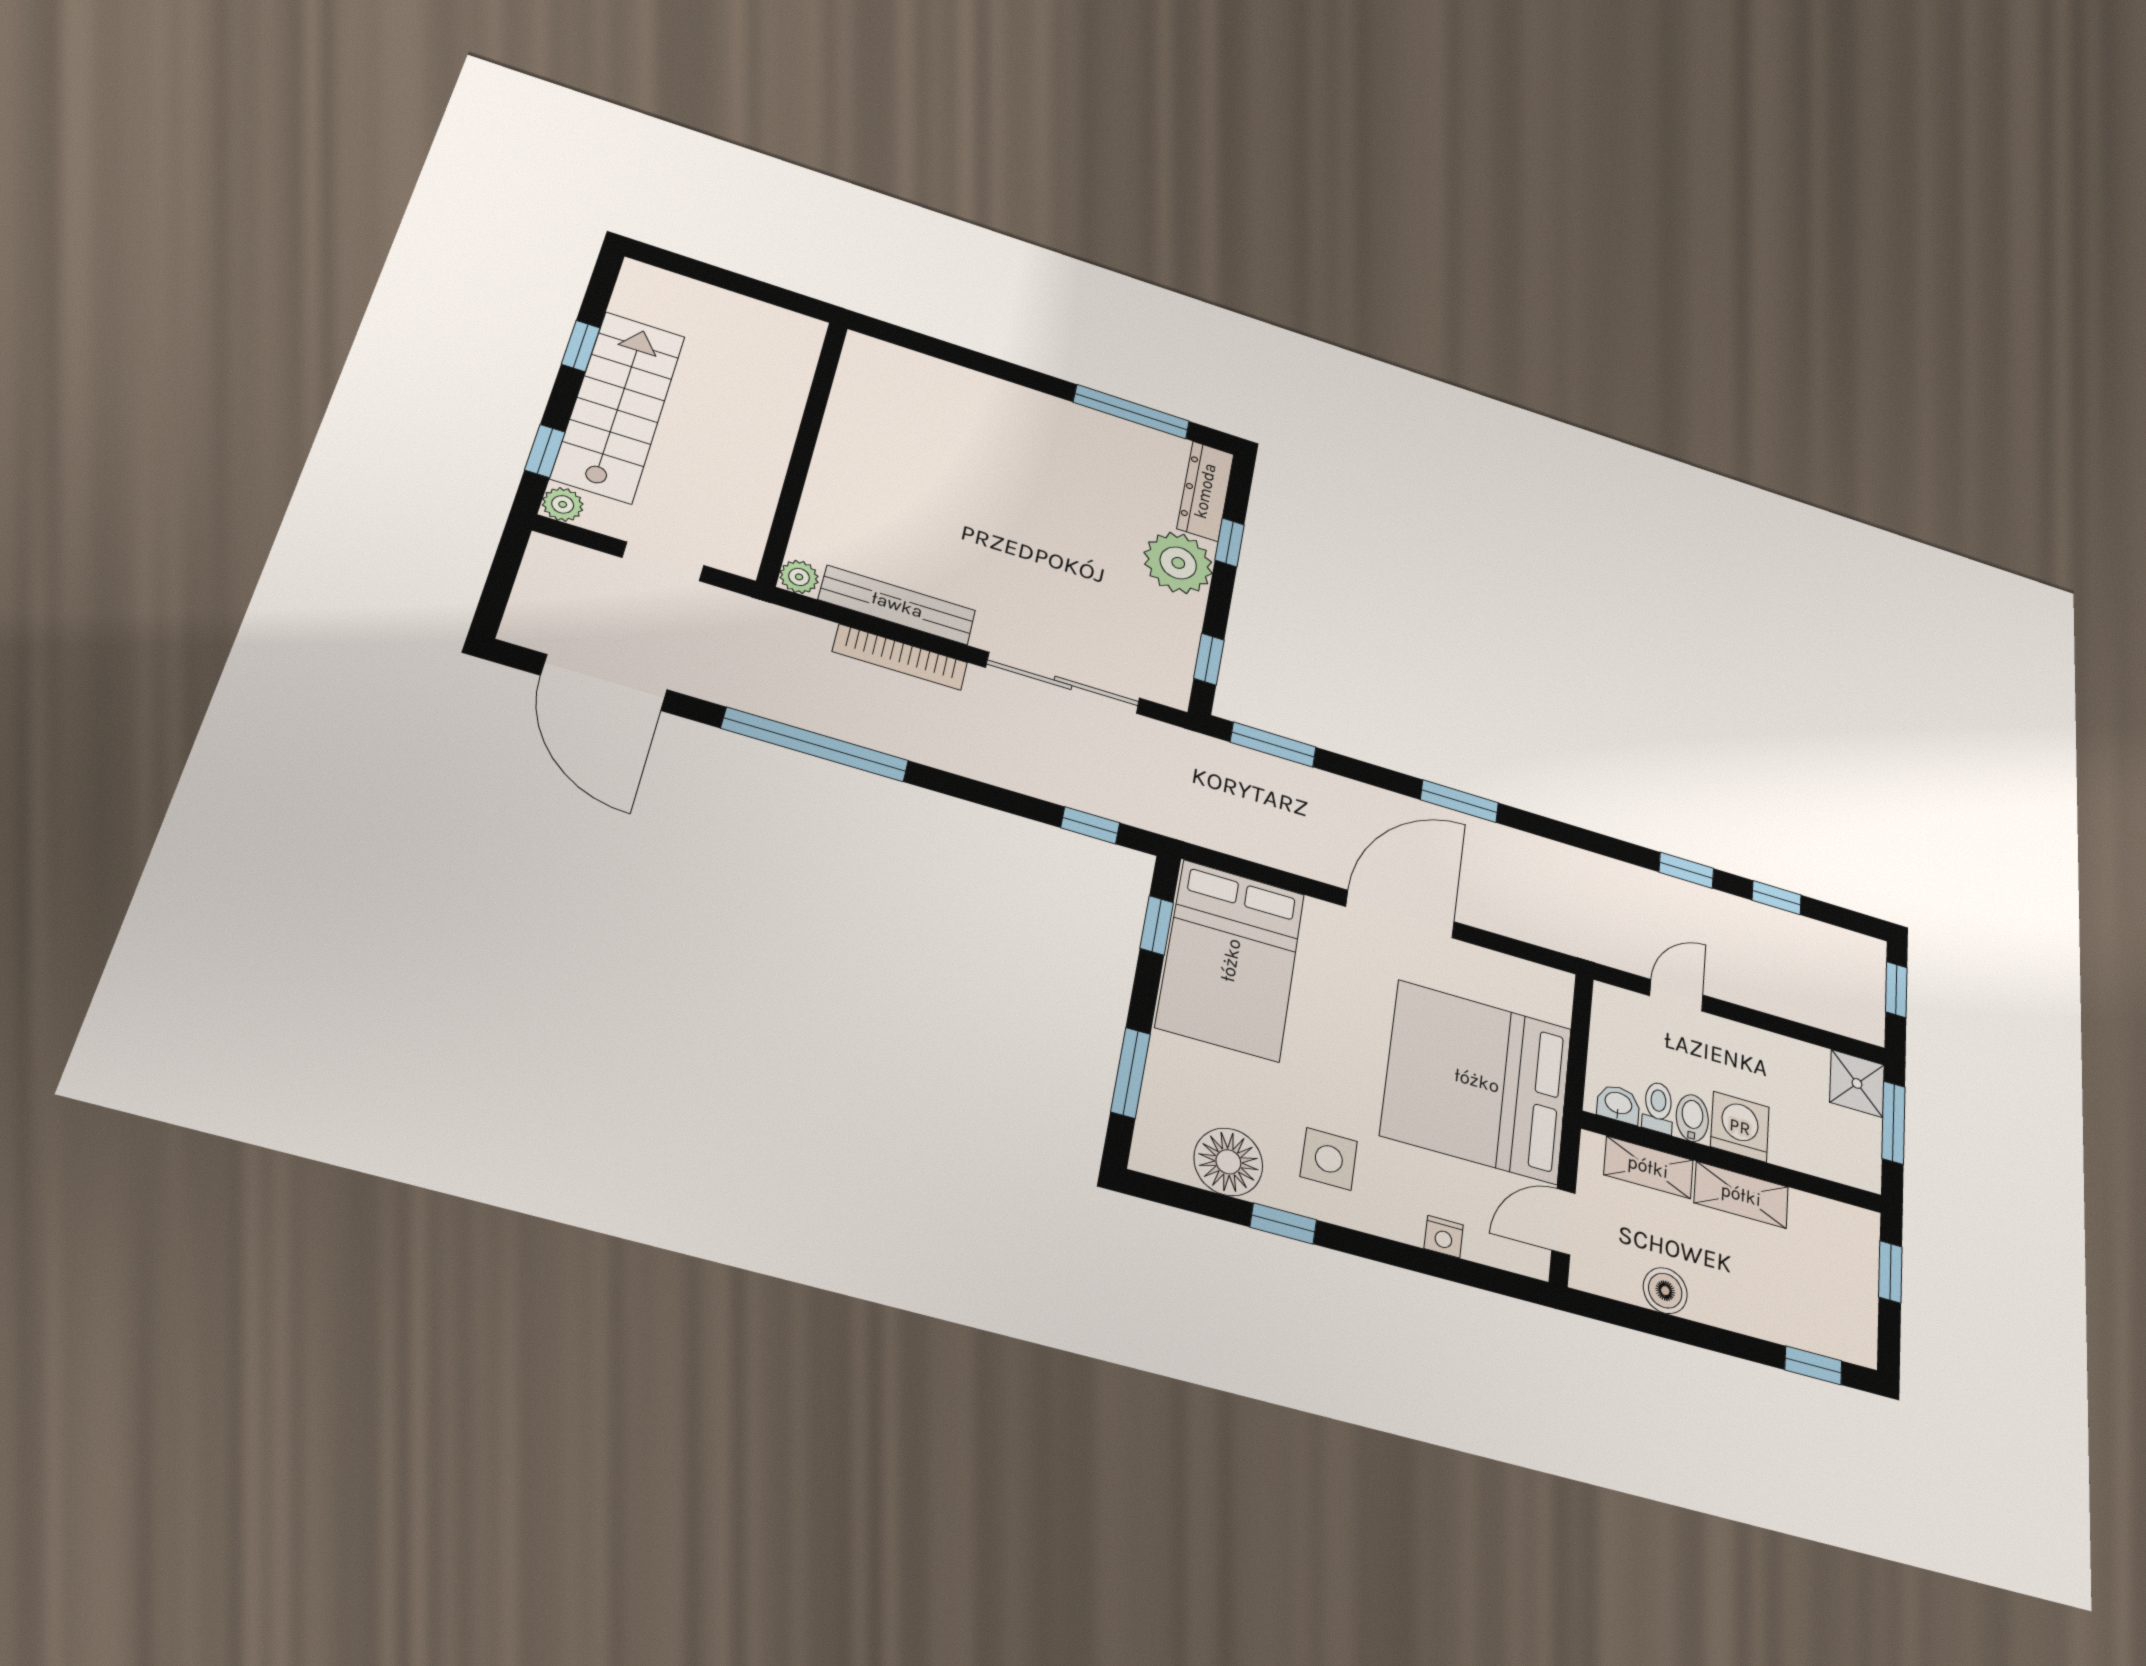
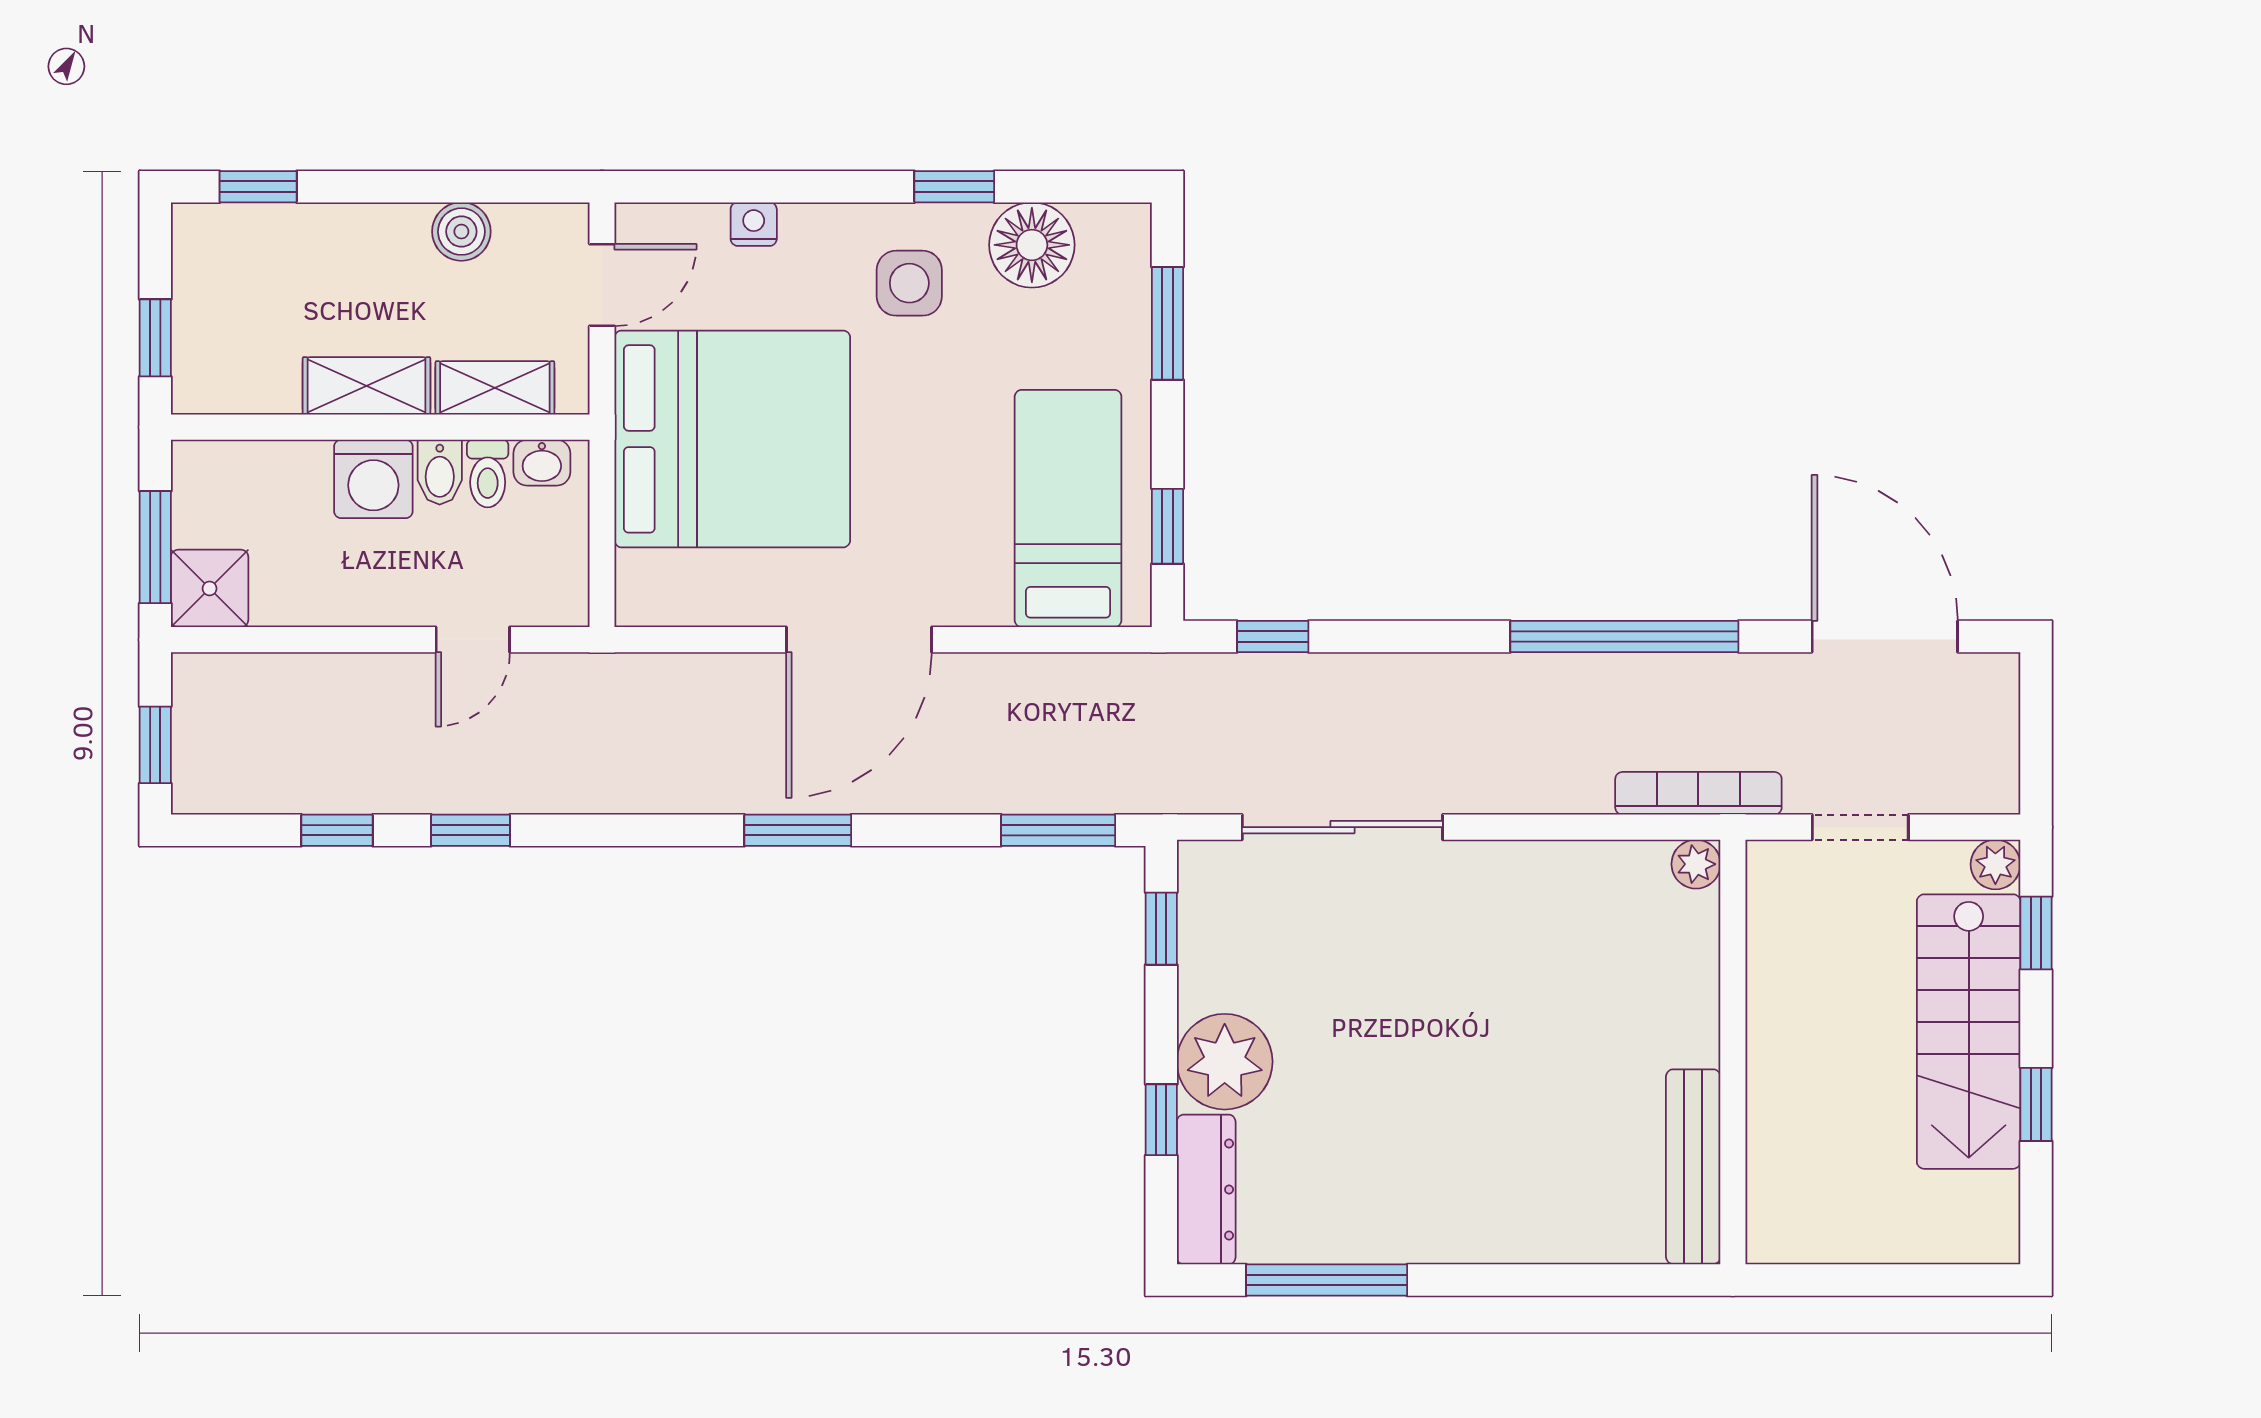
bench: (897, 605) -> (1693, 1167), moved, turned 90
bookcase: (900, 657) -> (1698, 793), moved
bed: (1231, 960) -> (1068, 508), width x0.67

